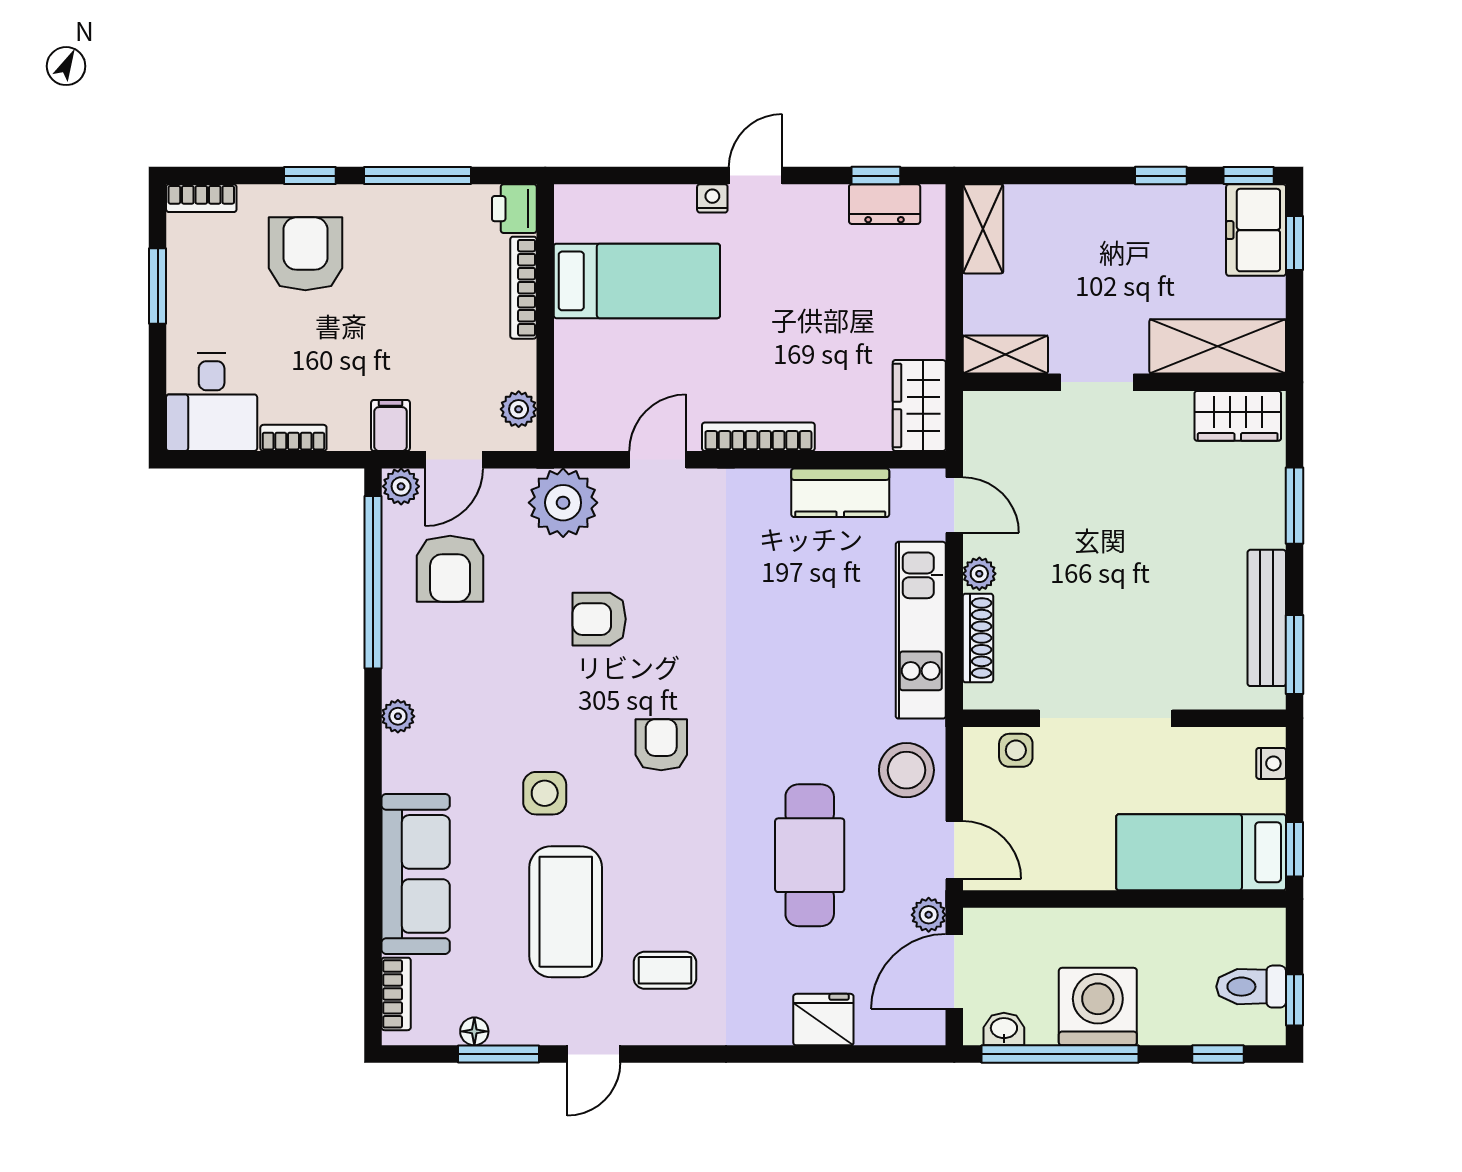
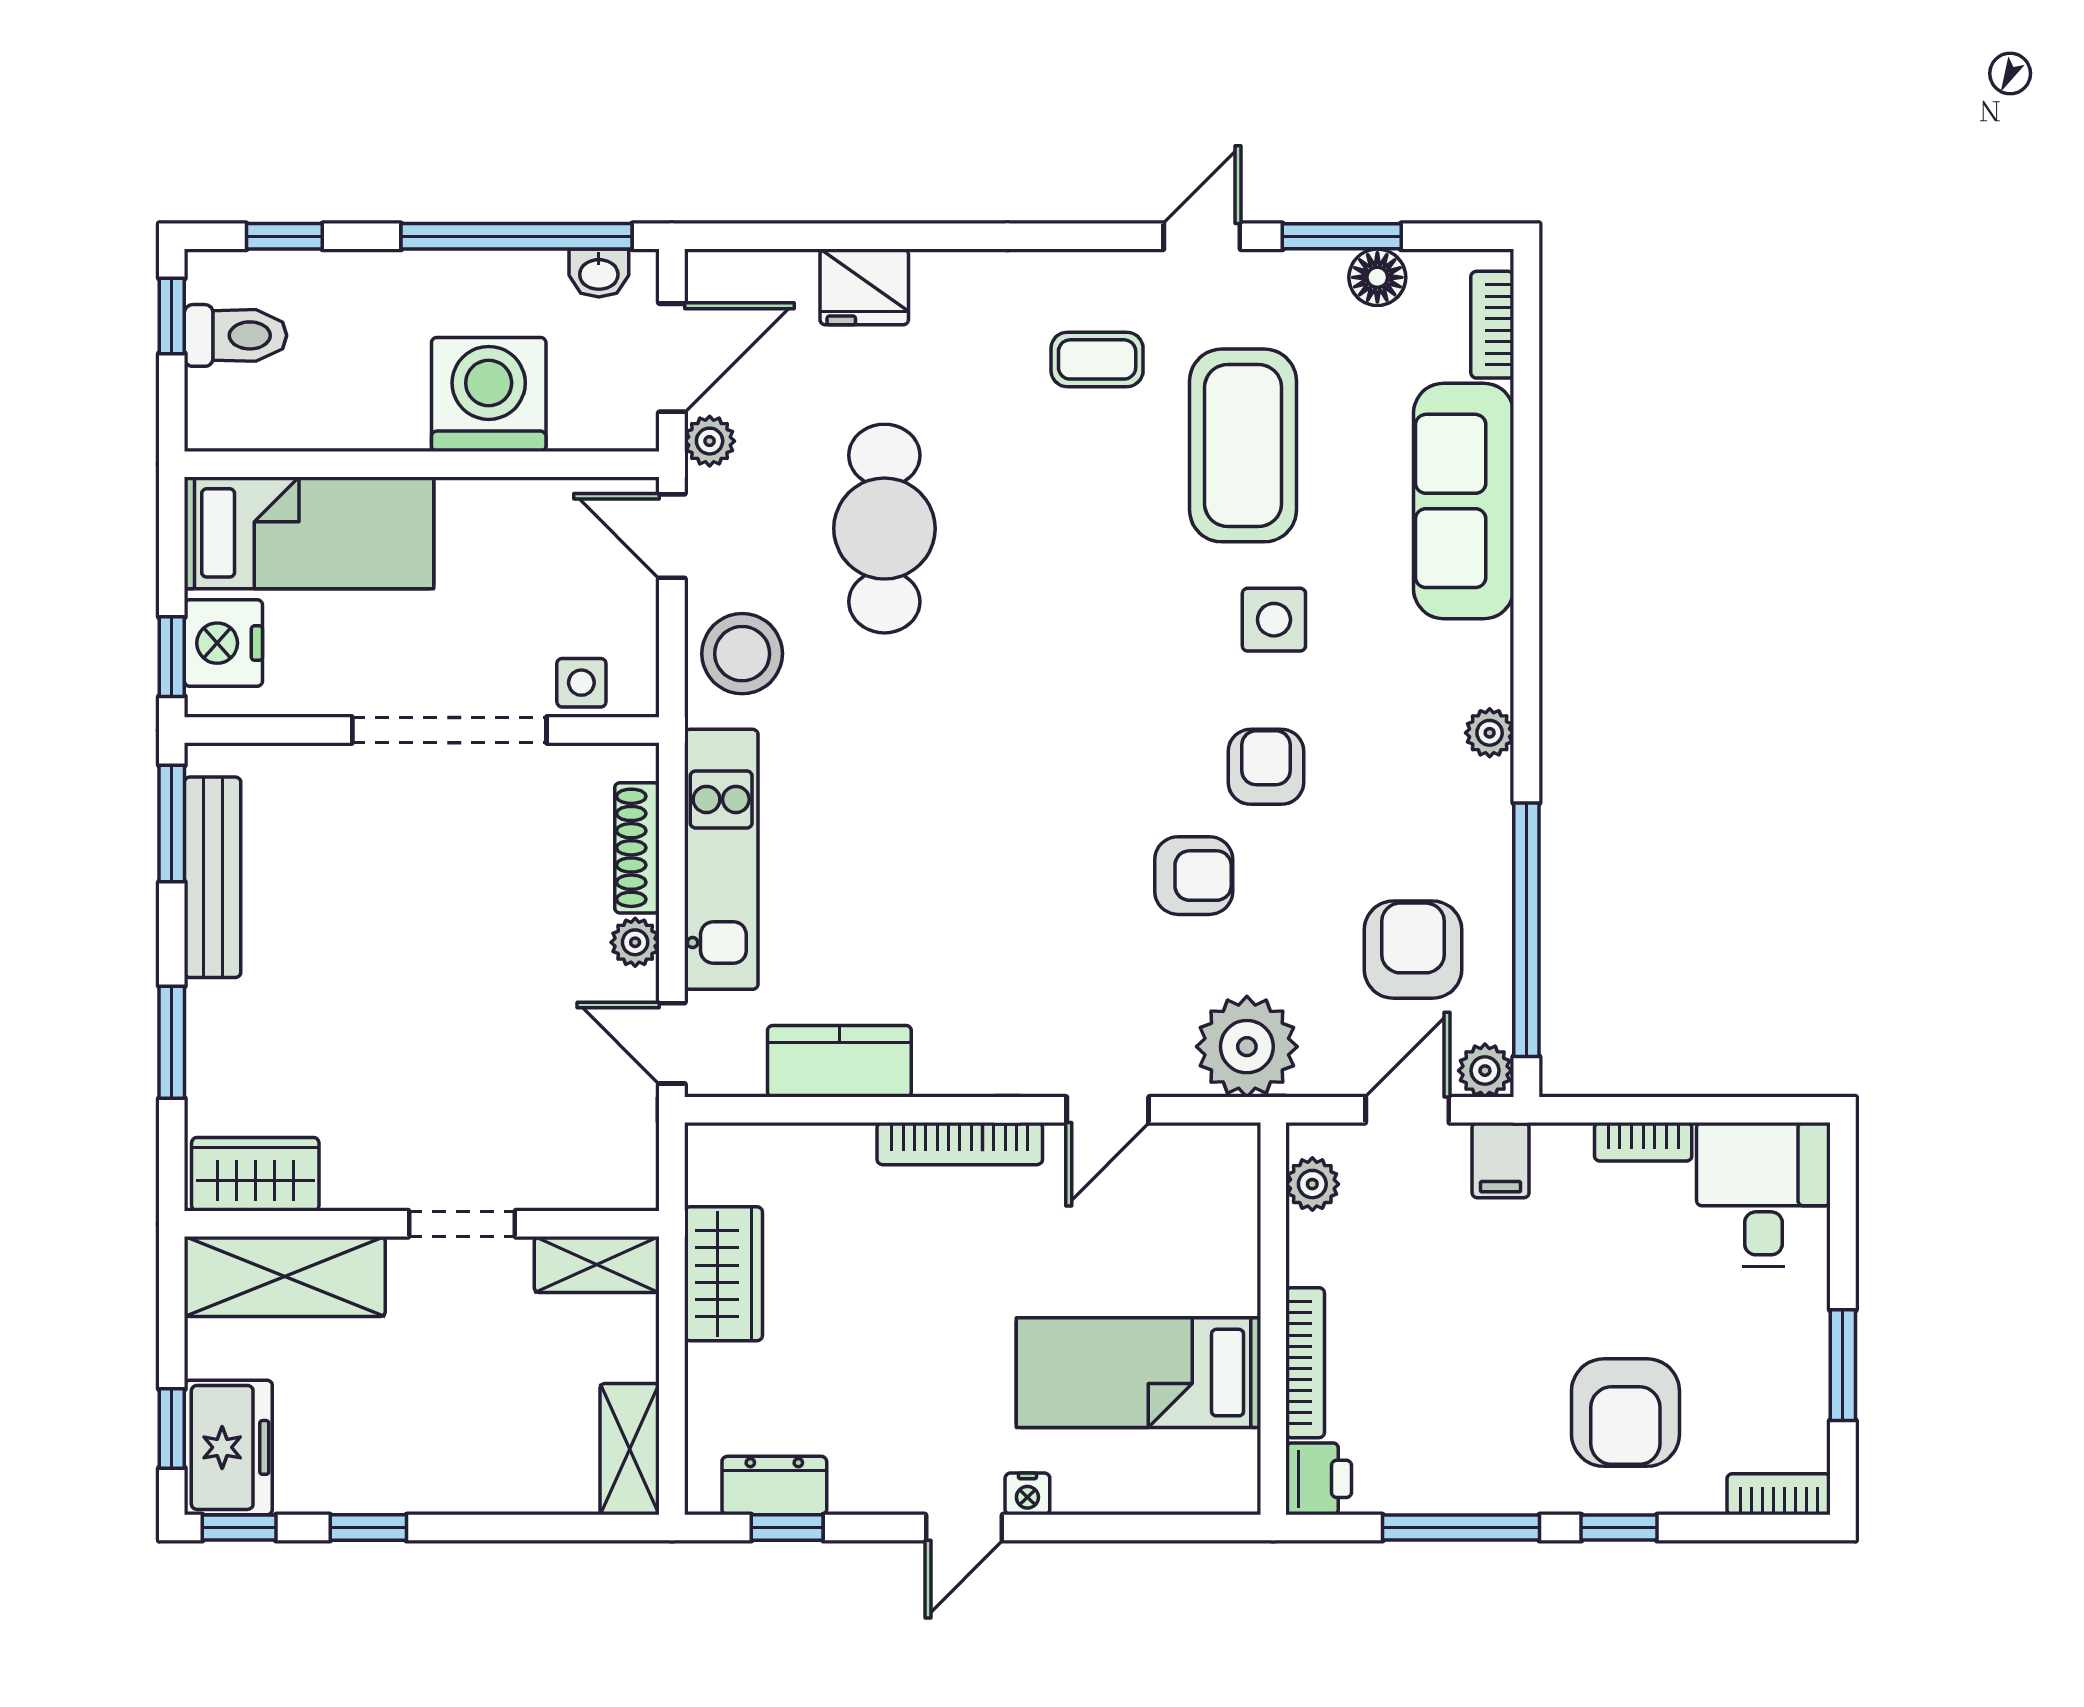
wardrobe: (919, 406) -> (723, 1274), moved
armchair: (661, 745) -> (1266, 767), moved, turned 180
nightstand: (1271, 763) -> (223, 643), width x1.89, depth x1.79
window: (1294, 849) -> (172, 657), moved
washing machine: (1098, 1007) -> (489, 394), moved, turned 180
floor lamp: (474, 1031) -> (1377, 277), width x1.37, depth x1.37

